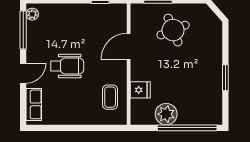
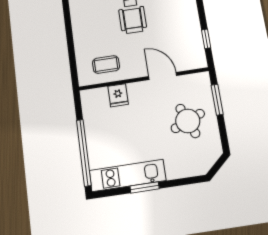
kitchen unit: (213, 91) -> (128, 175), added
plant: (166, 114) -> (96, 127), removed

